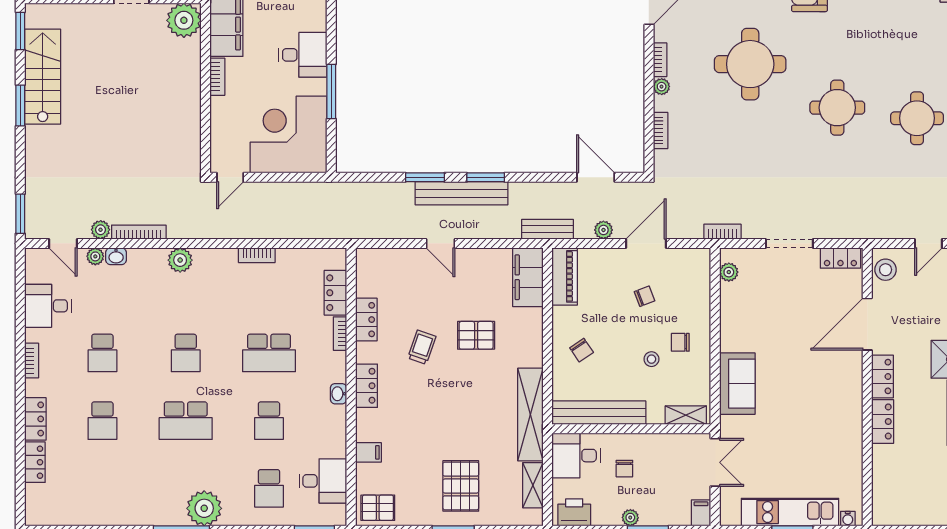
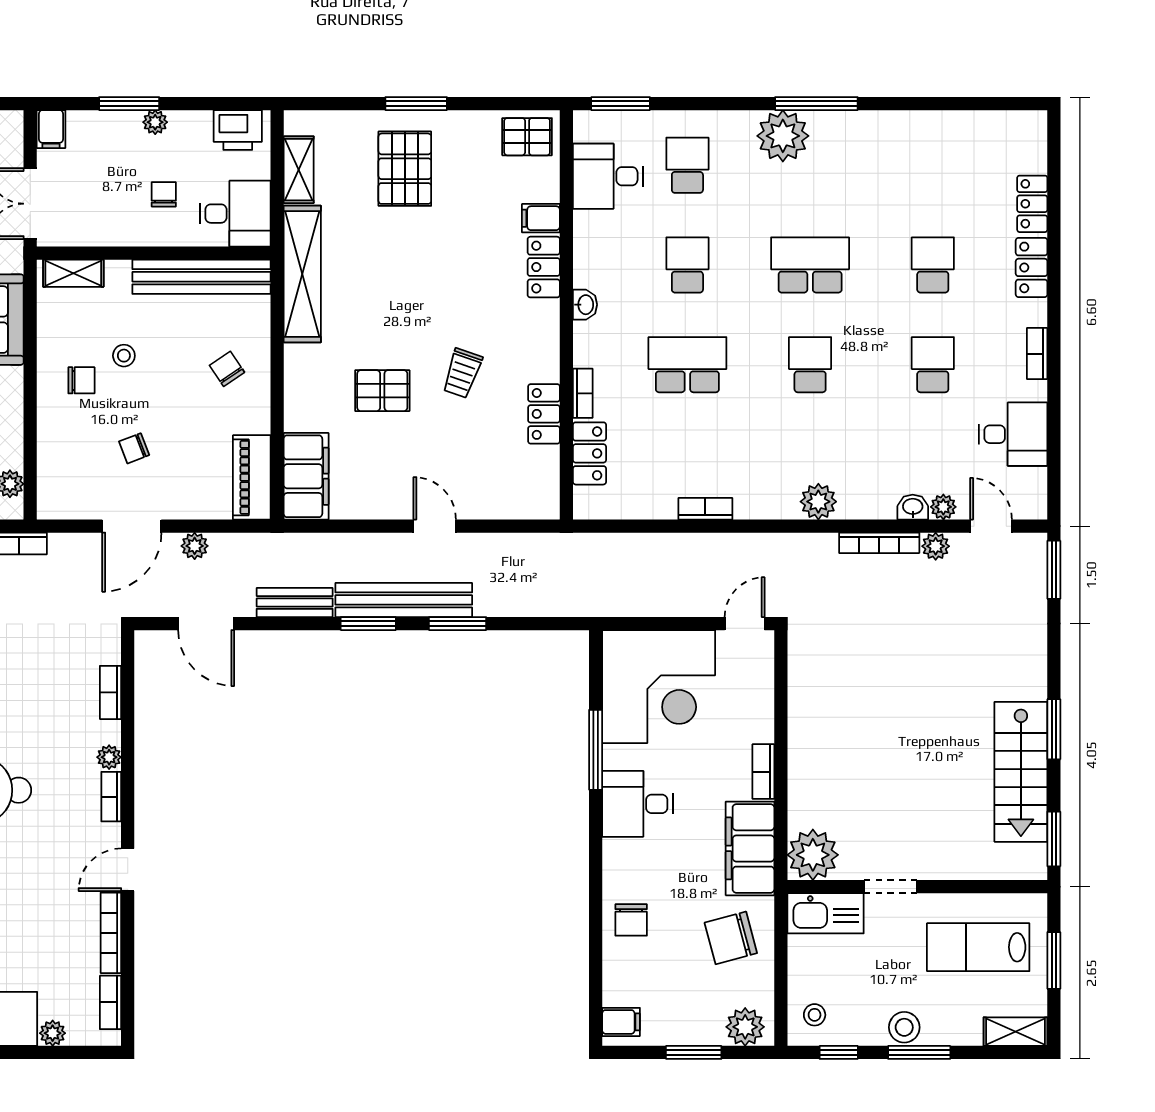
bench: (547, 229) -> (295, 602), moved
locker: (367, 386) -> (544, 267), moved

